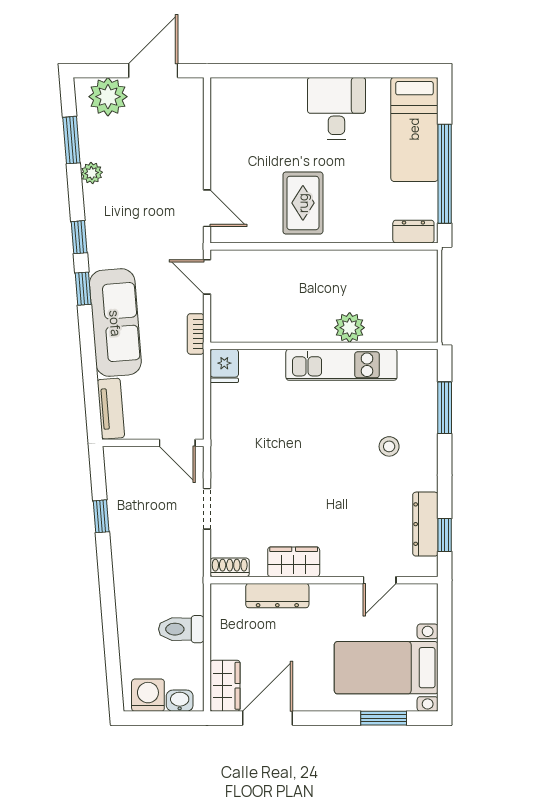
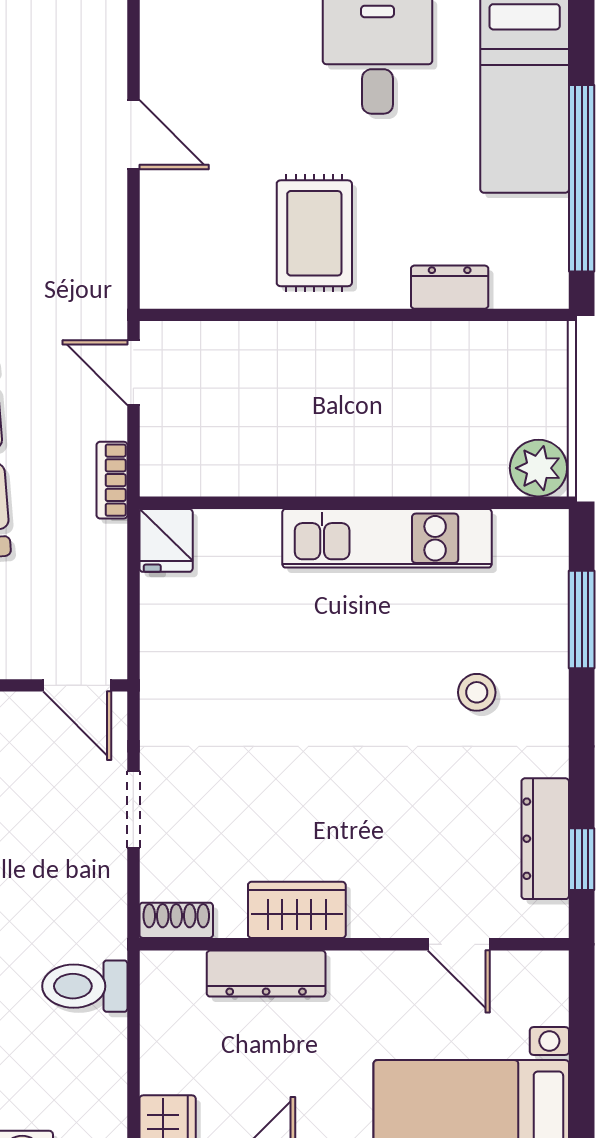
door: (207, 208) -> (133, 135), moved
dresser: (413, 232) -> (450, 287), moved
plant: (350, 328) -> (538, 468), moved
door: (380, 580) -> (459, 944), hinge flipped
toilet: (181, 629) -> (85, 986), moved

